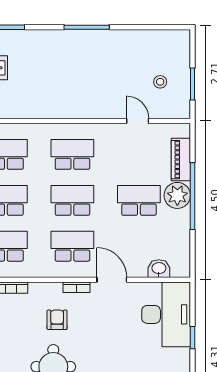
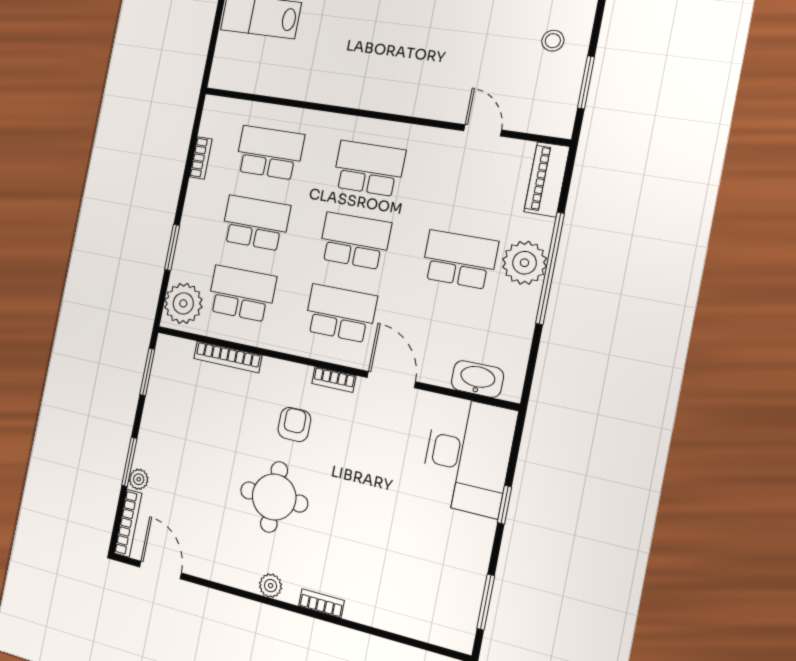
stool: (160, 82) -> (553, 41), moved
piano: (181, 160) -> (547, 179), moved
washbasin: (159, 269) -> (477, 379), width x1.38

